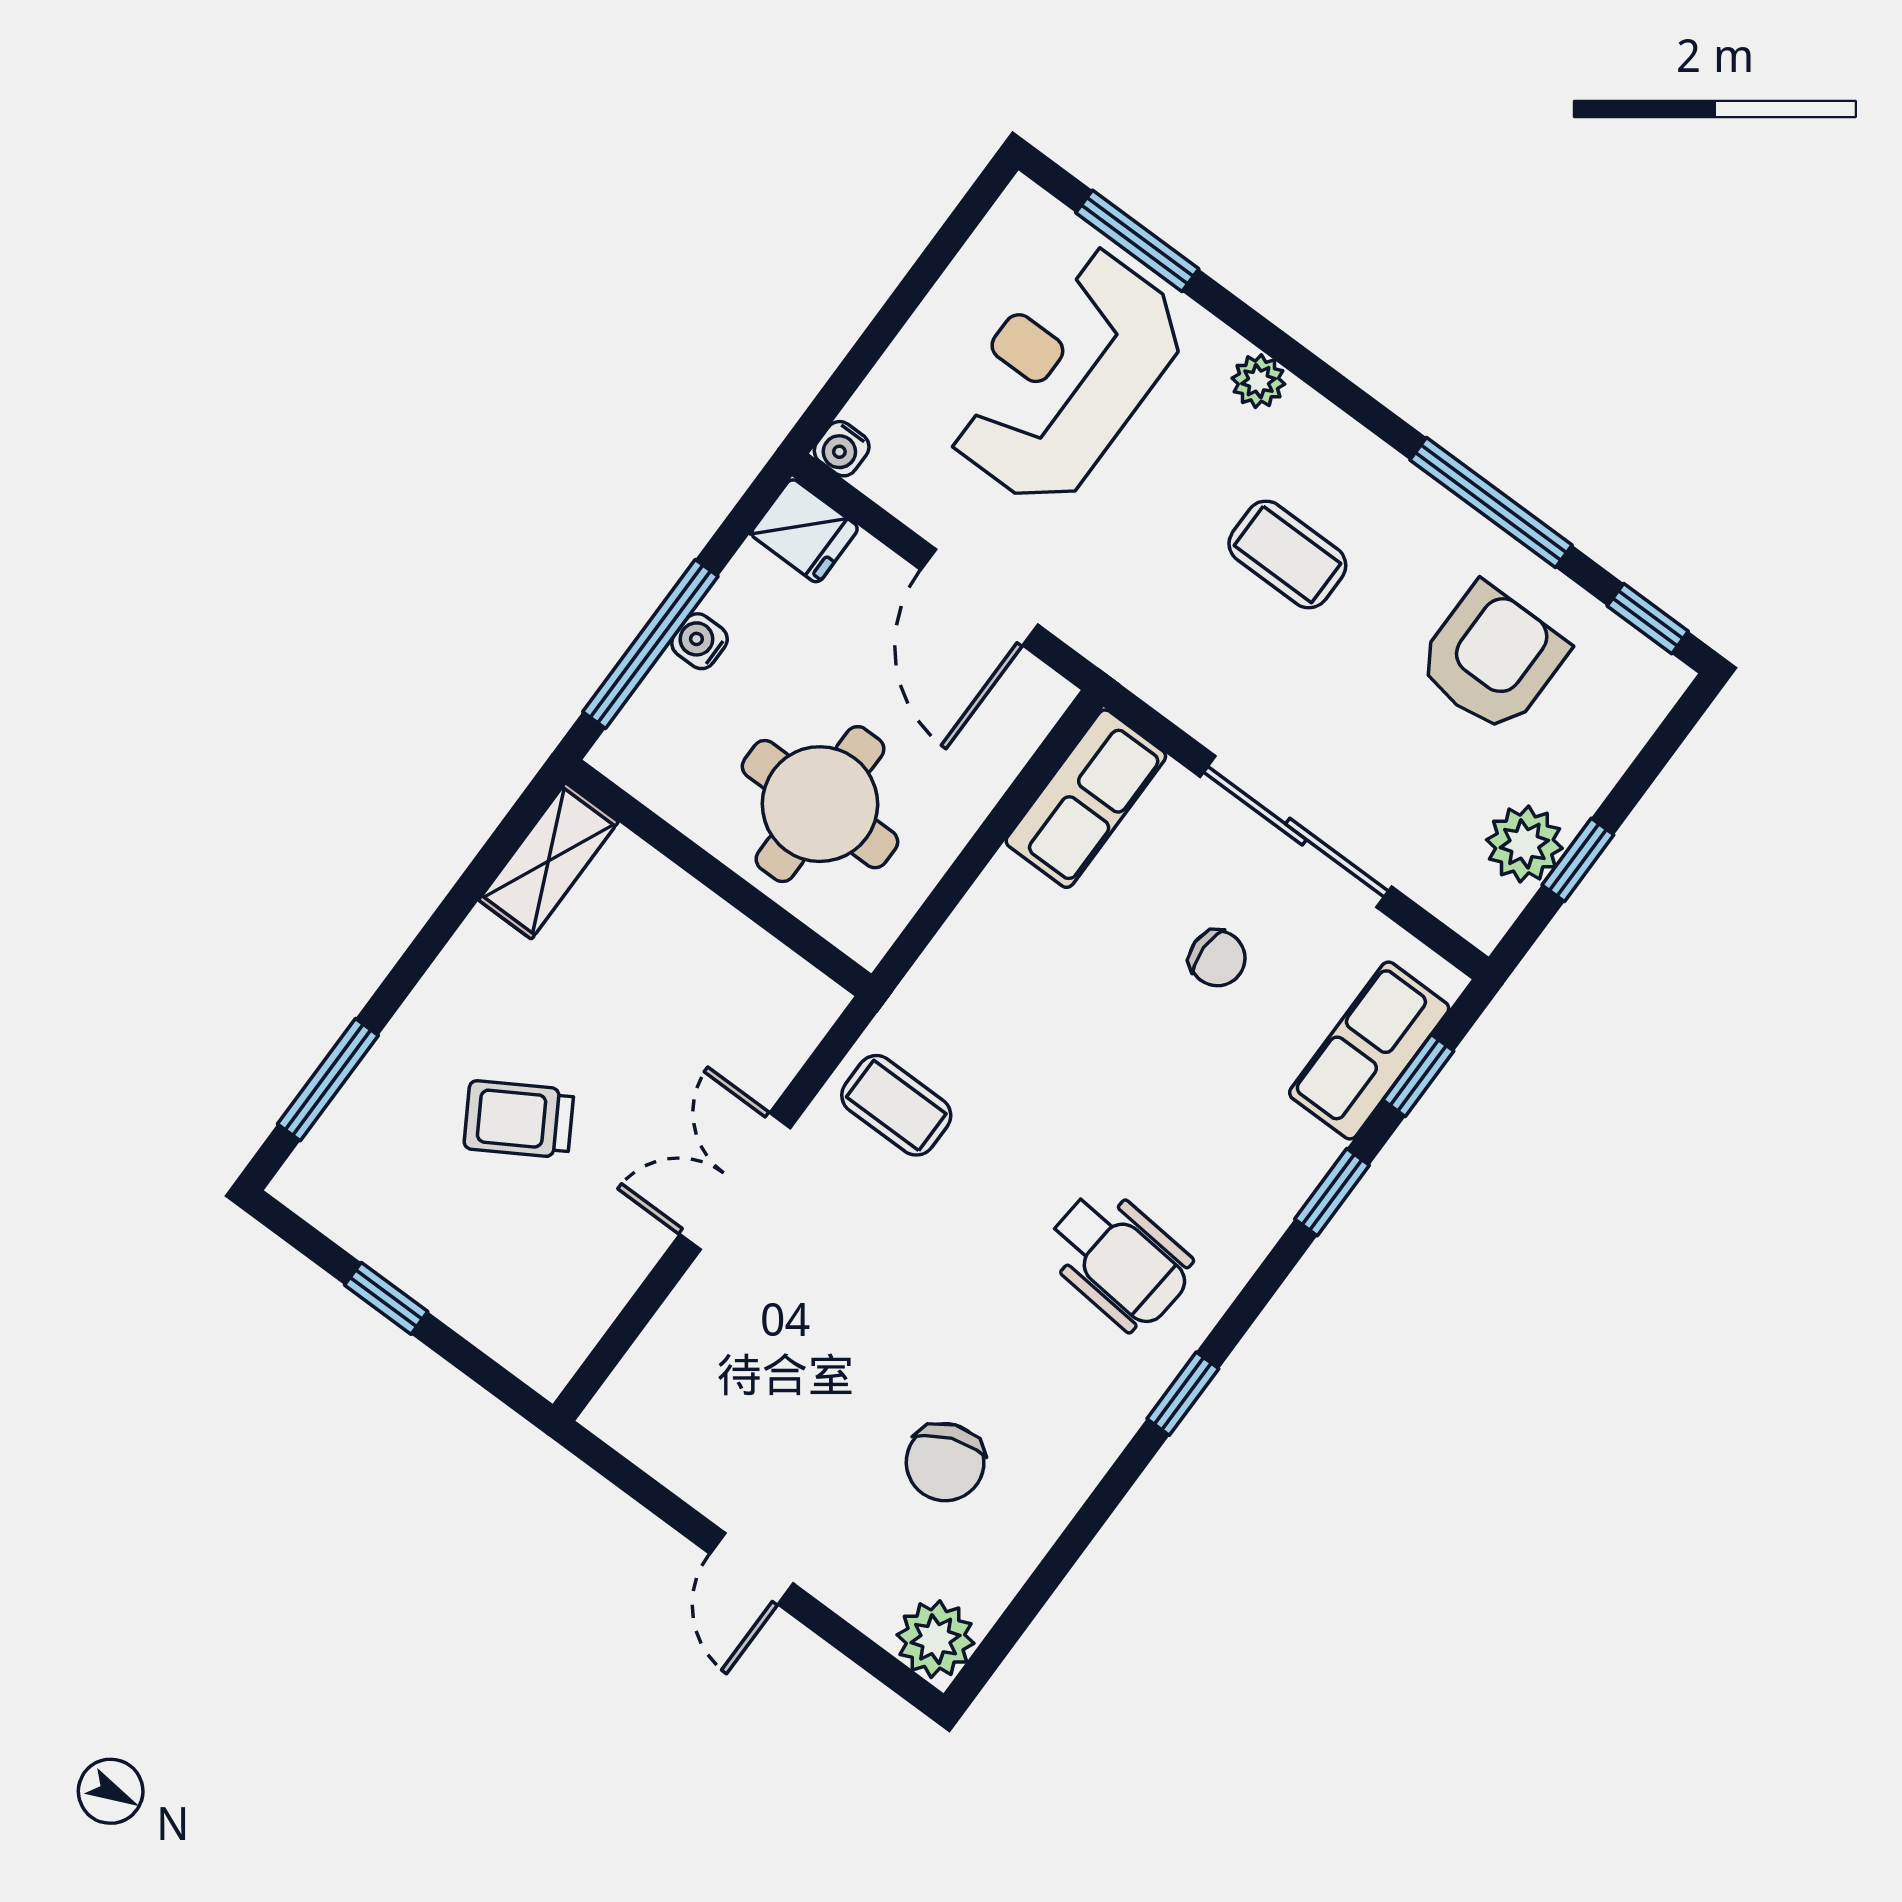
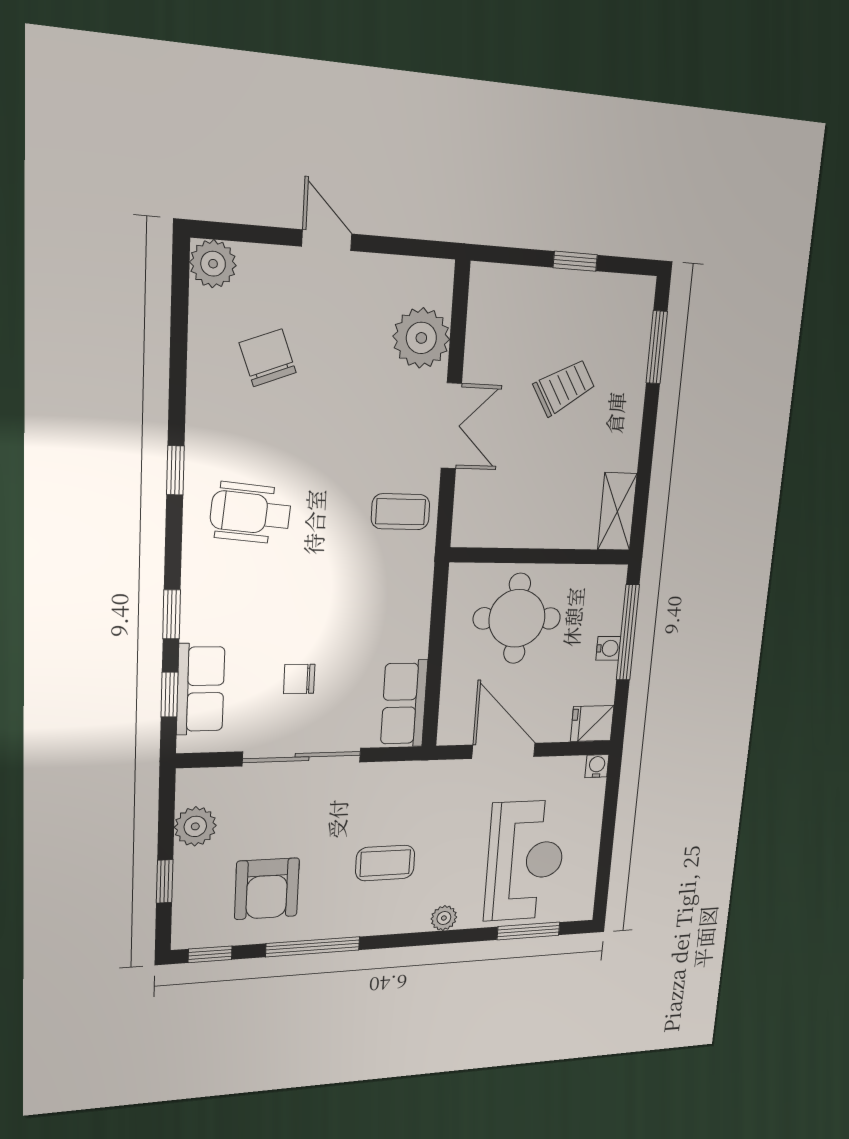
window: (1578, 860) -> (165, 881), moved
plant: (699, 1342) -> (421, 338), added

